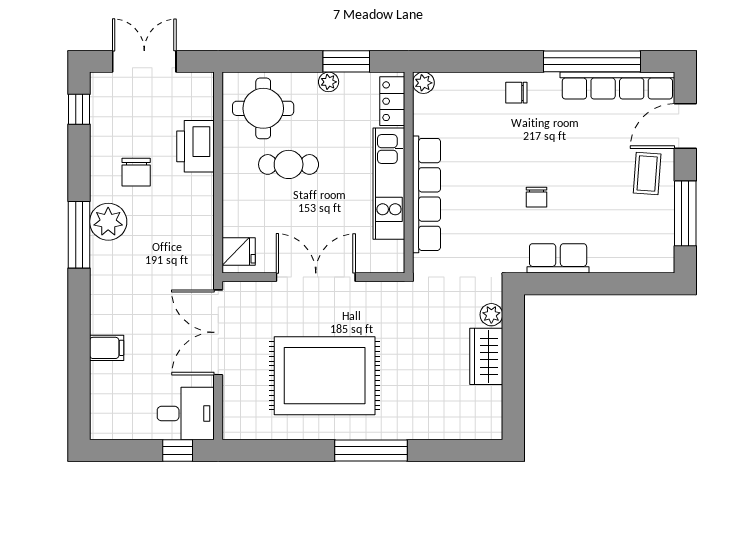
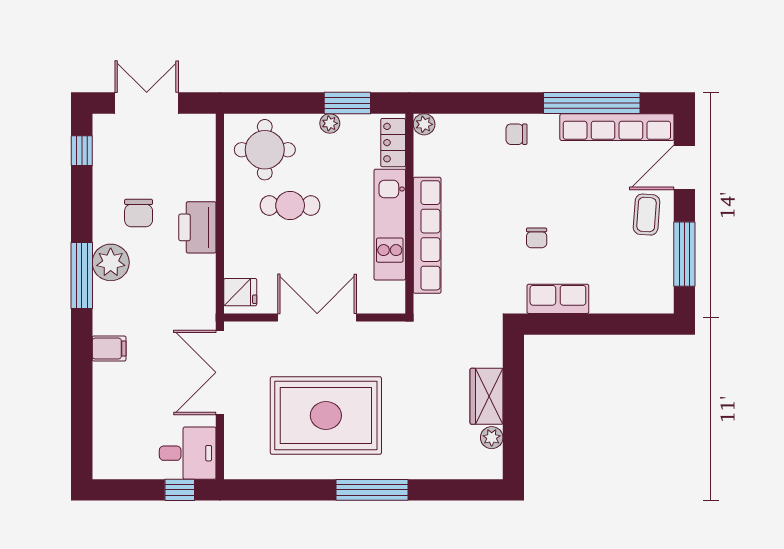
printer: (195, 146) -> (197, 227), moved
plant: (491, 315) -> (492, 438), moved
filing cabinet: (107, 348) -> (109, 349), moved

